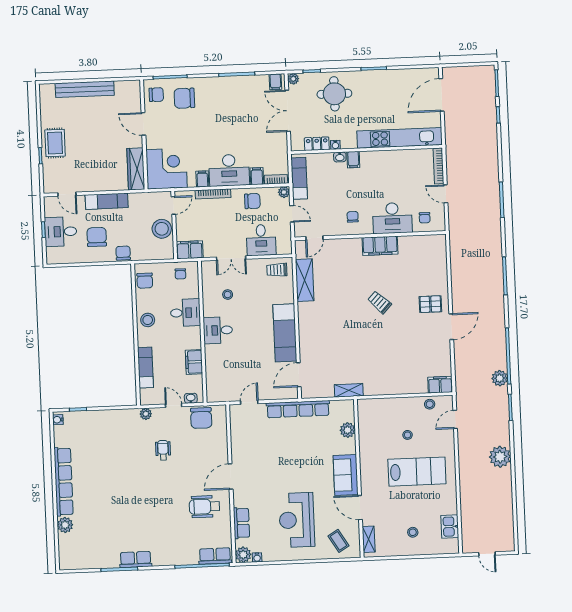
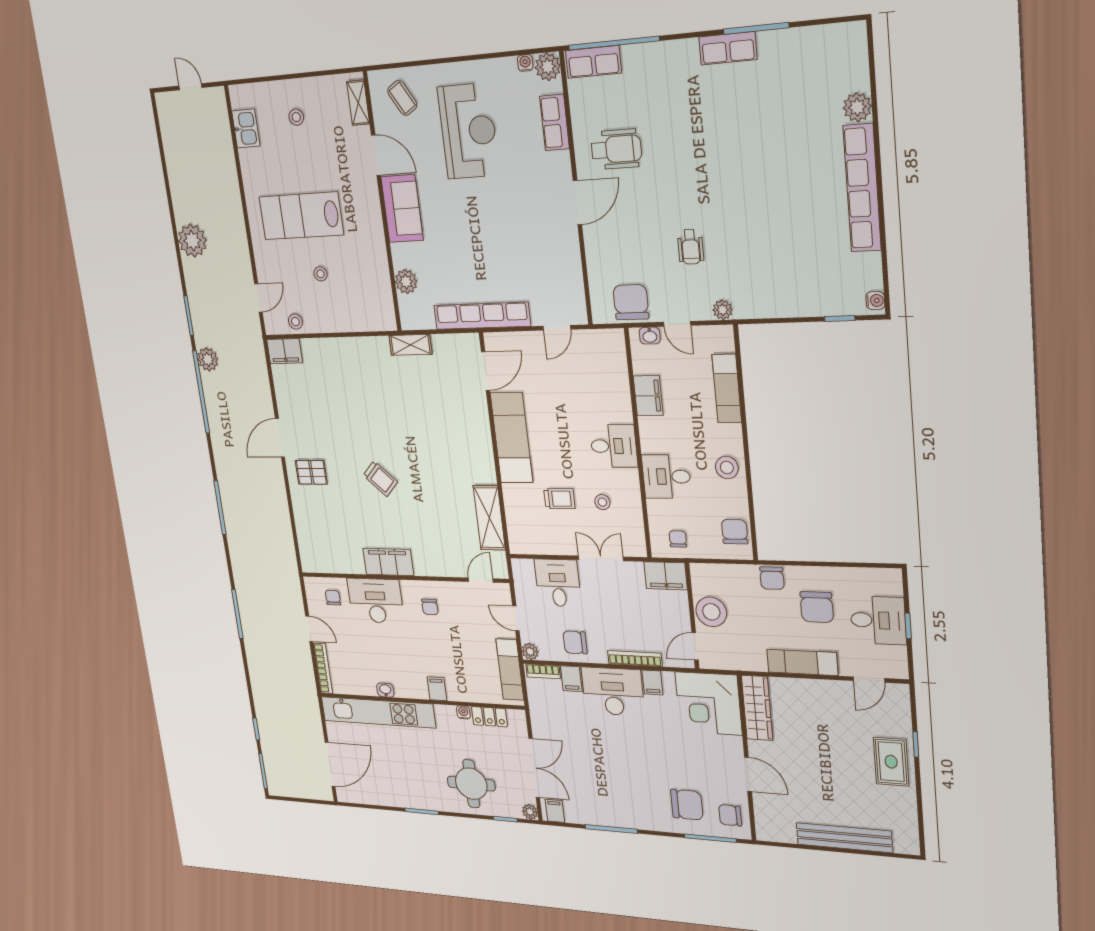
washbasin: (340, 157) -> (385, 690), moved
door: (67, 194) -> (869, 680), swing flipped
trolley: (277, 270) -> (559, 499), moved

